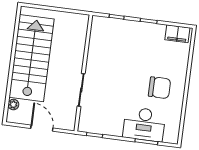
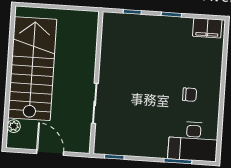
chair: (159, 88) -> (190, 95), width x0.54, depth x0.54
desk: (144, 124) -> (193, 141), moved

